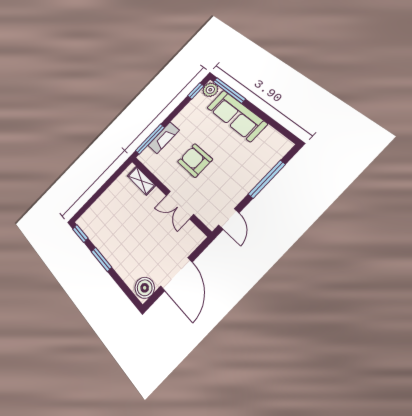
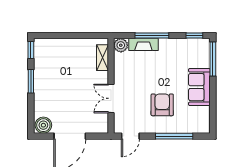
plant: (210, 90) -> (121, 45), moved
sofa: (237, 116) -> (199, 87), width x0.73
window: (150, 139) -> (152, 35), moved
armchair: (195, 160) -> (162, 105), moved

